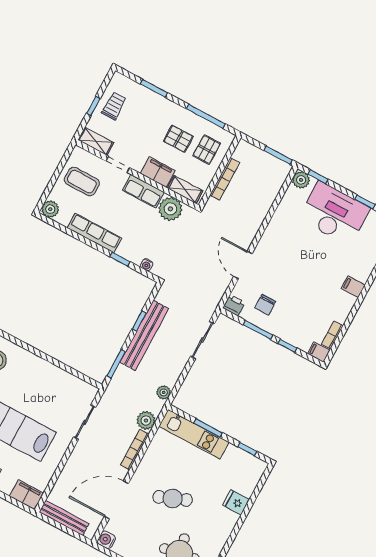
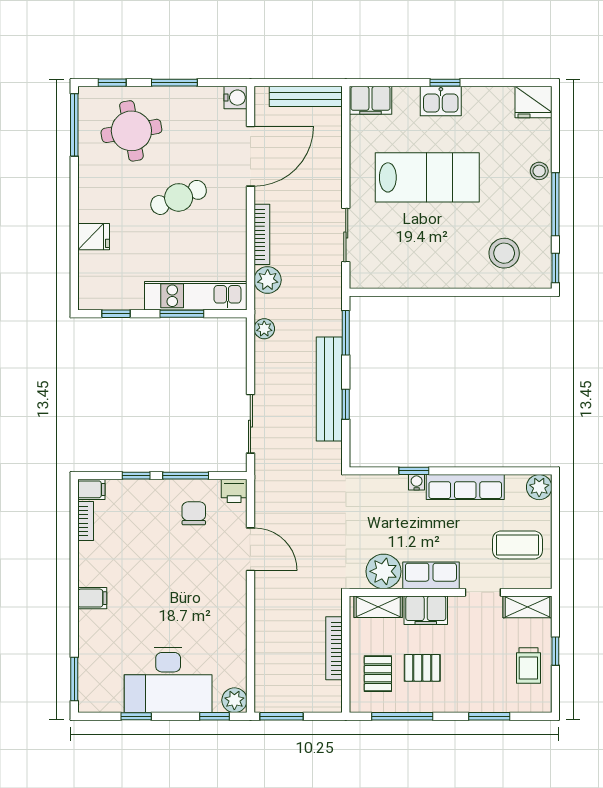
water cooler: (147, 265) -> (417, 482), moved

